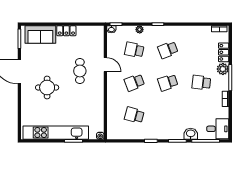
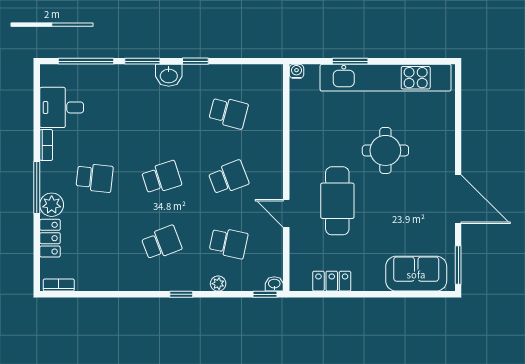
locker: (66, 31) -> (332, 281), moved
cafe table: (80, 71) -> (337, 201), width x1.37, depth x1.35
round table: (47, 87) -> (385, 150), moved
desk: (218, 129) -> (62, 107), moved
washbasin: (191, 134) -> (169, 75), moved

